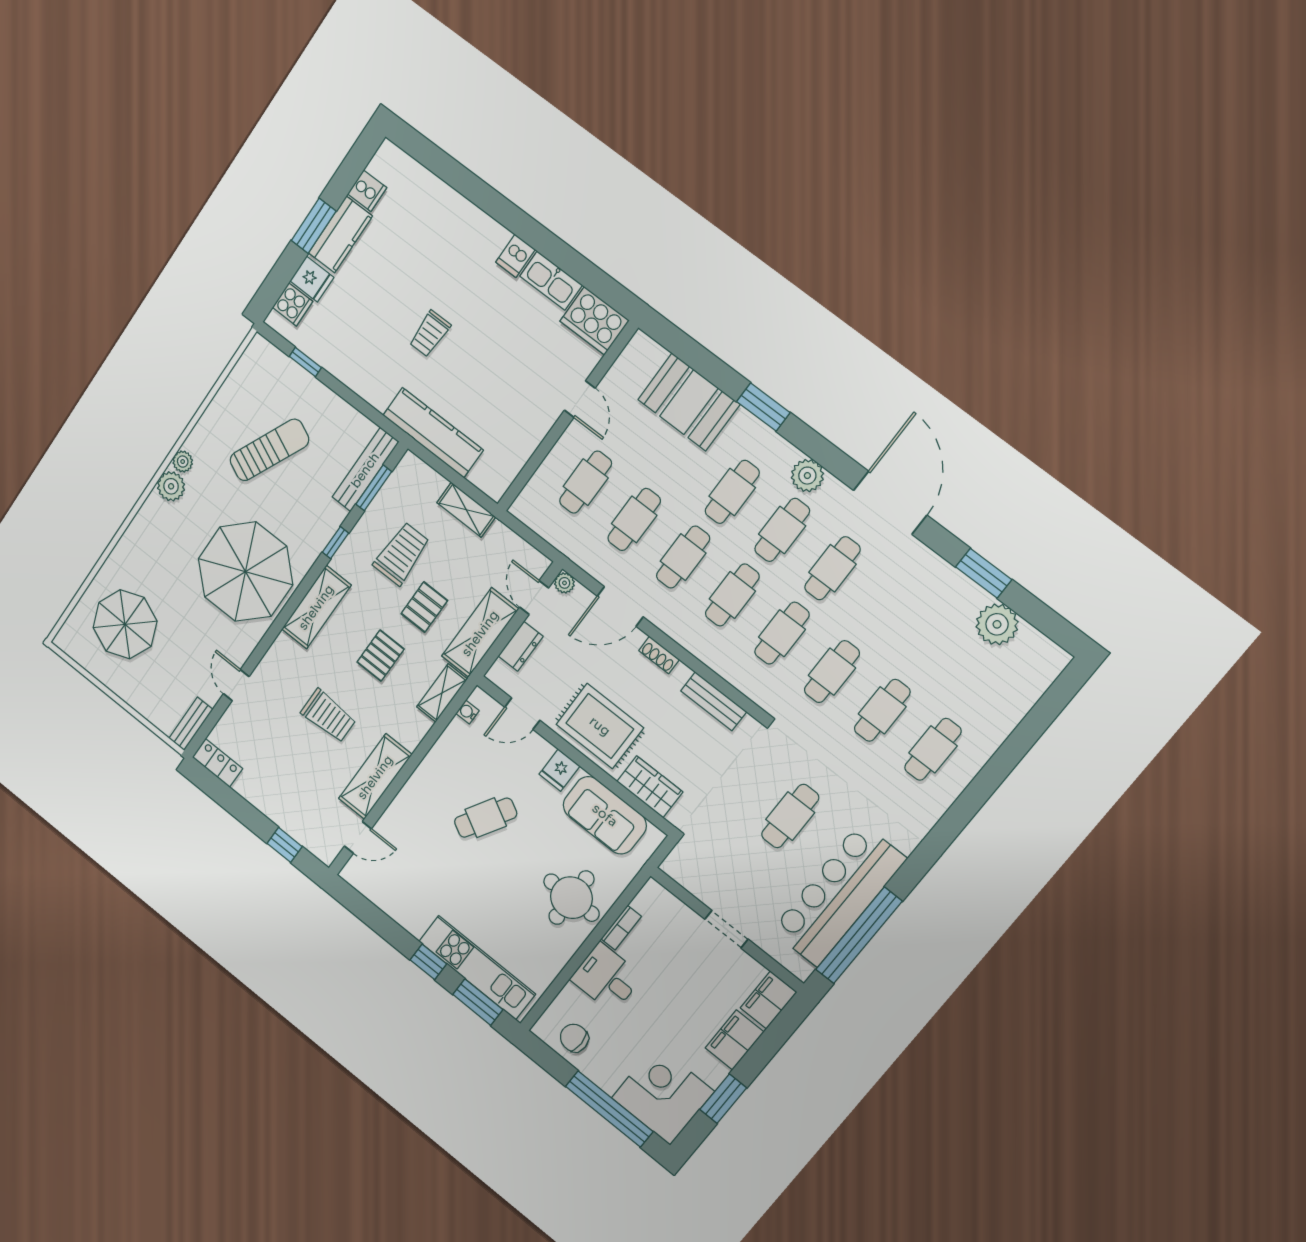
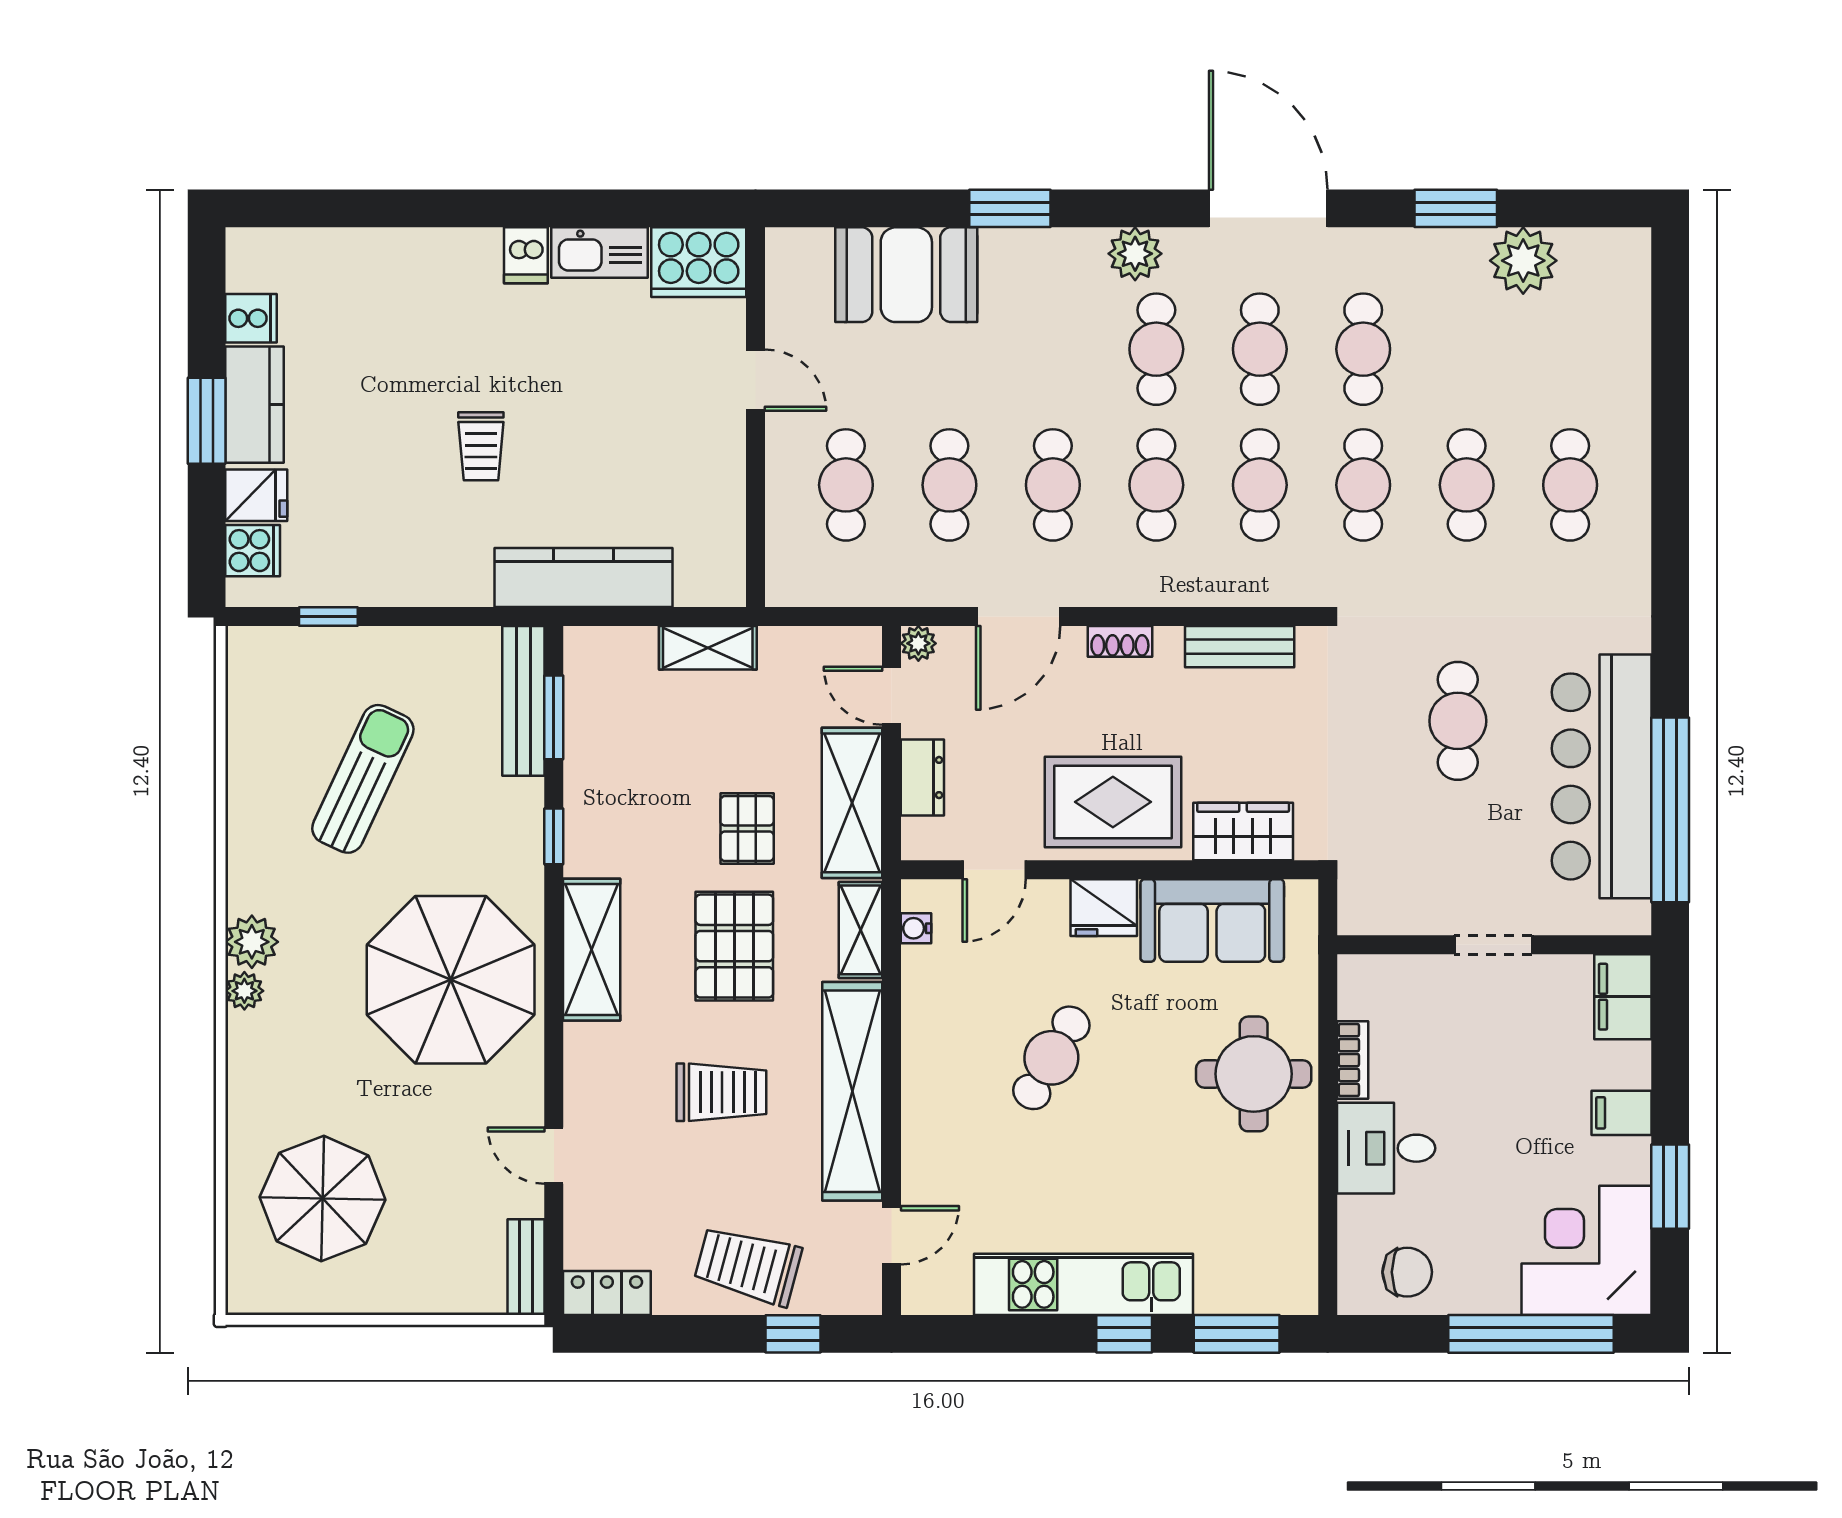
plant: (183, 462) -> (244, 991), moved
cafe table: (732, 492) -> (1363, 349), moved
trolley: (402, 554) -> (748, 1266), moved, turned -75
pallet: (381, 656) -> (734, 946), width x1.50, depth x1.42
fridge: (559, 770) -> (1104, 908), width x1.38
shelving: (375, 777) -> (852, 1091), width x1.47
kitchen unit: (477, 968) -> (1083, 1284), moved
chair: (574, 1038) -> (1407, 1272), turned 180
filing cabinet: (734, 1040) -> (1621, 1113), width x0.50

